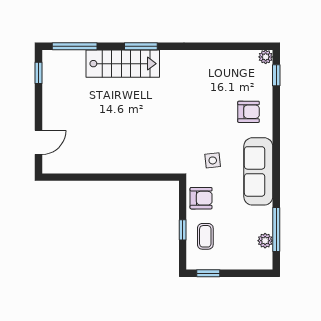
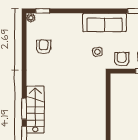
window: (141, 46) -> (24, 109), moved
armchair: (249, 112) -> (44, 47), moved

